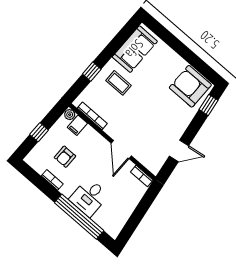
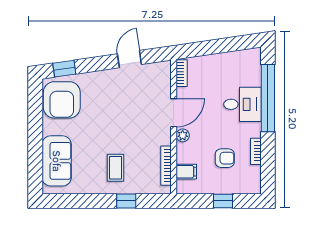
sofa: (135, 49) -> (57, 161), moved, turned 90
plant: (70, 115) -> (183, 135), moved
door: (179, 151) -> (129, 59), hinge flipped

